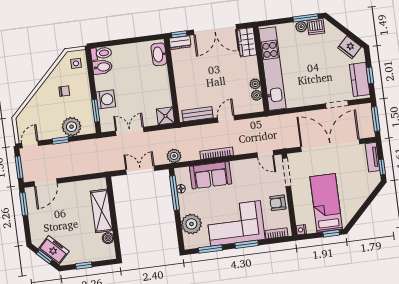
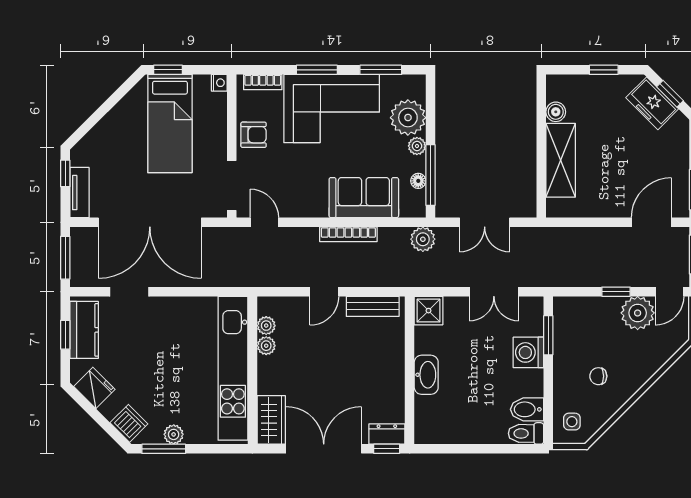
dishwasher: (316, 27) -> (129, 423), moved, turned 45
washbasin: (159, 54) -> (426, 375), moved
plant: (72, 127) -> (638, 313), moved
plant: (184, 208) -> (417, 146), added

